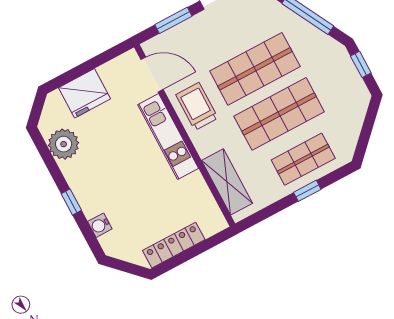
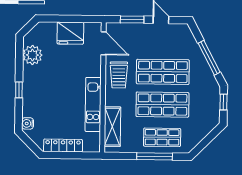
fridge: (84, 93) -> (70, 33), moved
trolley: (197, 106) -> (119, 75), turned 180
kitchen unit: (168, 136) -> (93, 104), moved
window: (307, 191) -> (155, 156), width x2.17
water cooler: (100, 225) -> (28, 123), moved

